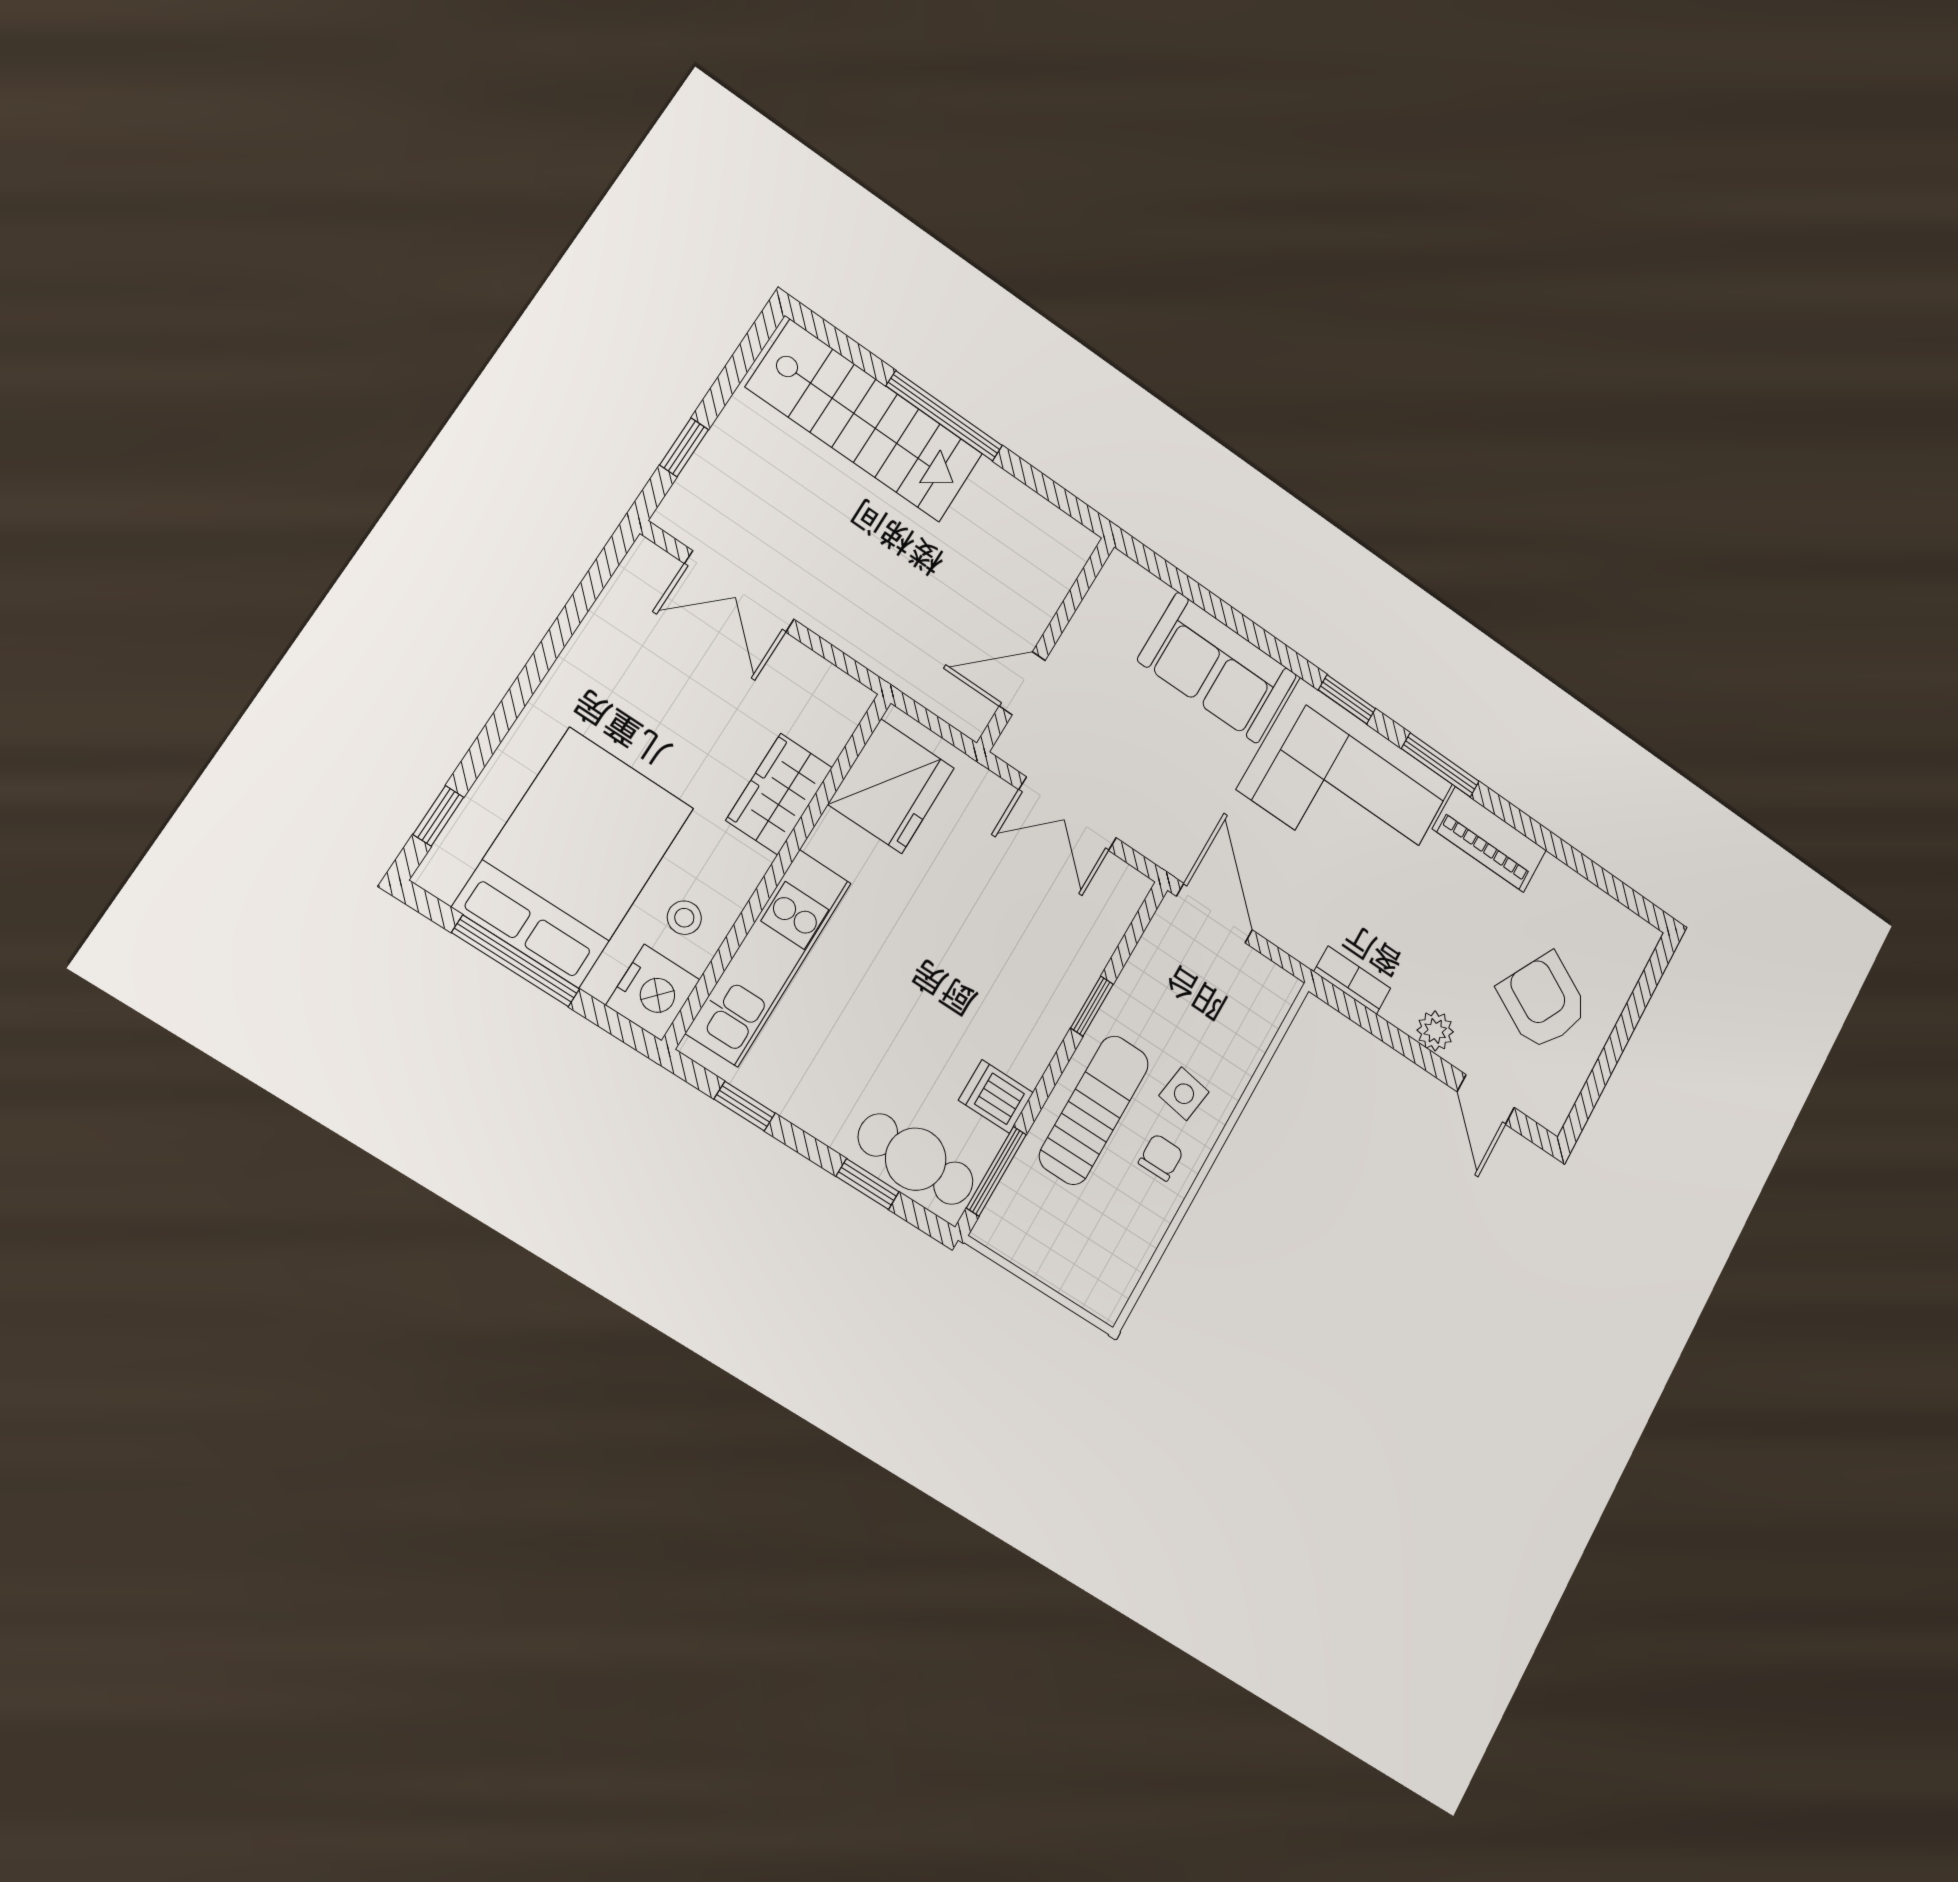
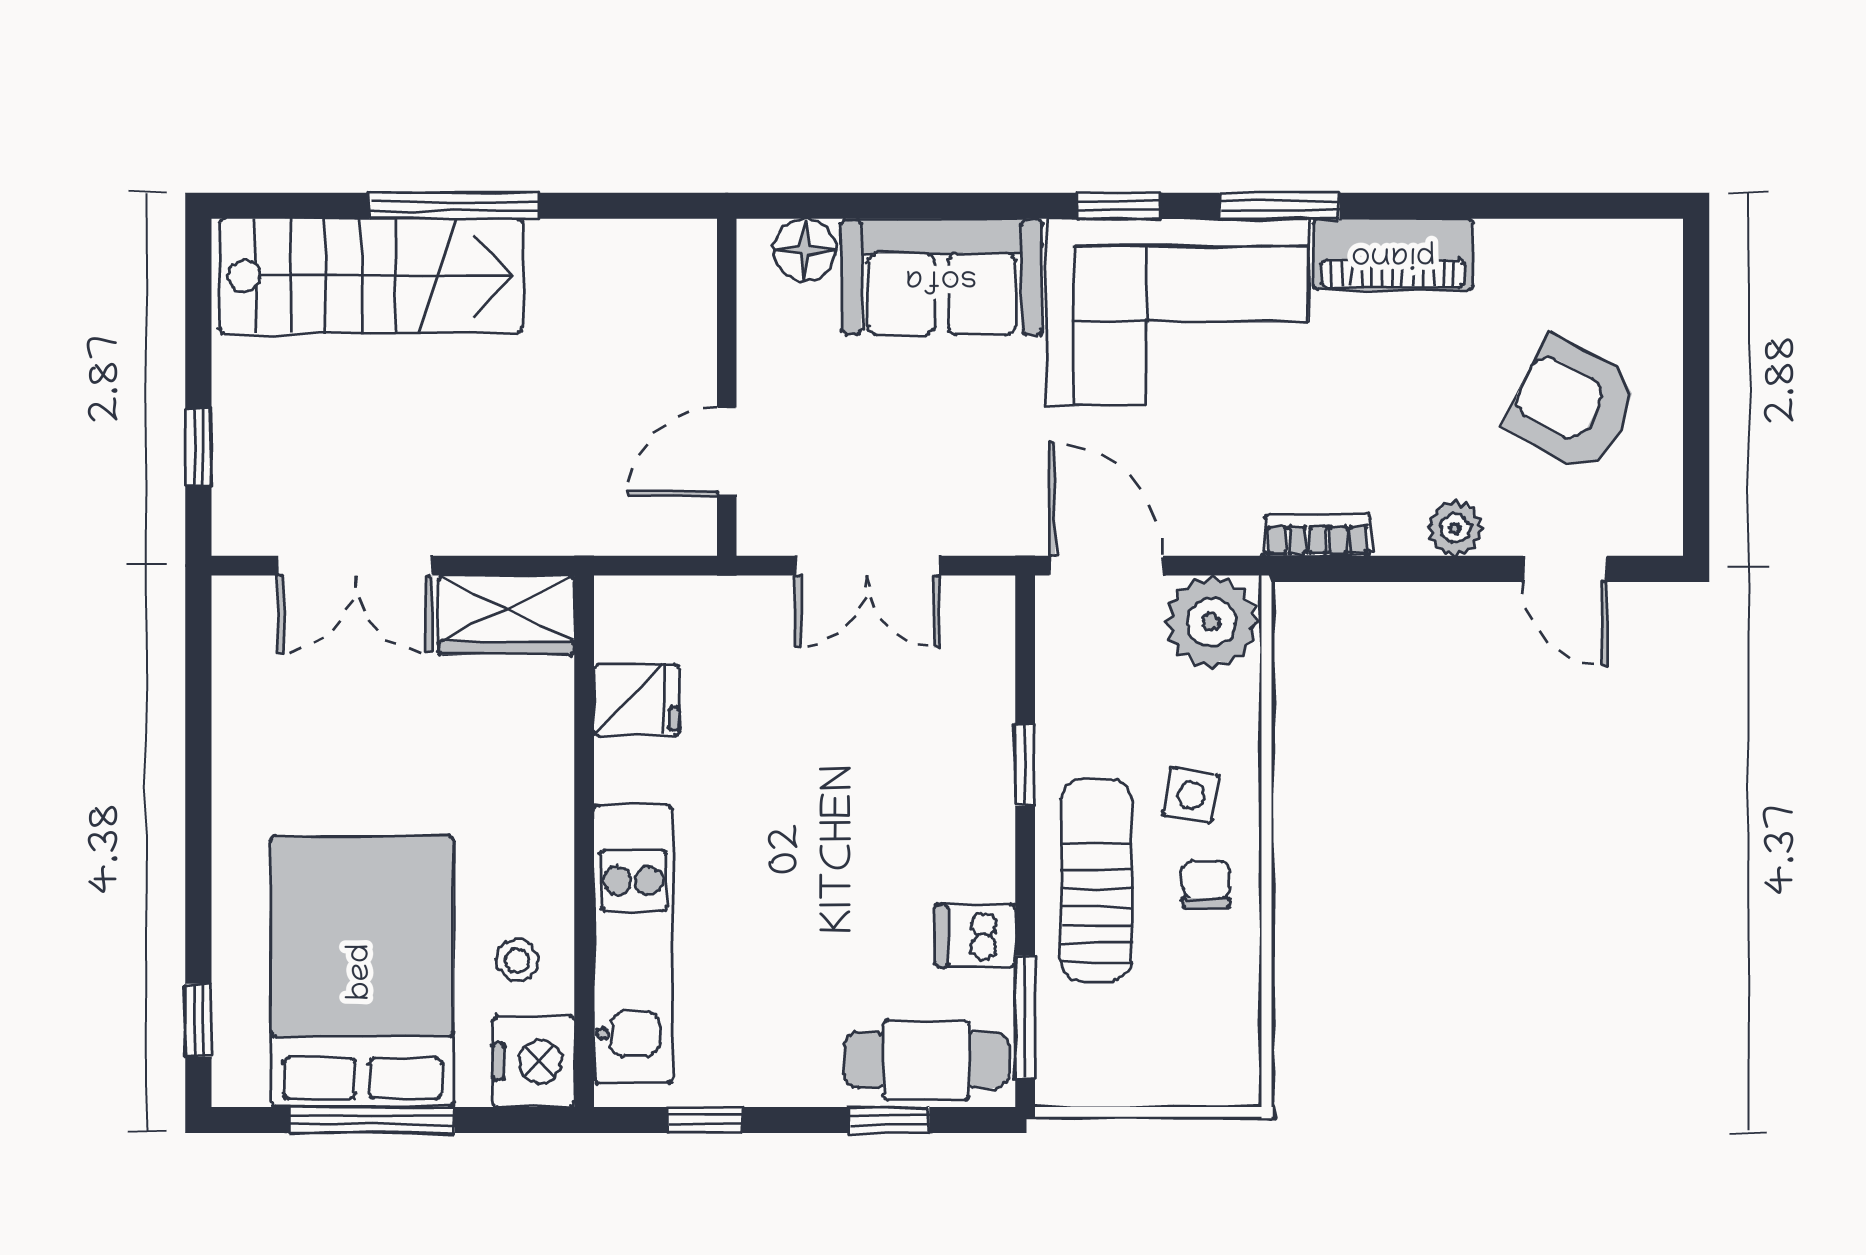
floor lamp: (1144, 594) -> (805, 250), added
fridge: (891, 786) -> (637, 700), width x0.53, depth x0.75
wardrobe: (779, 794) -> (506, 615), moved, turned -90
plant: (1258, 992) -> (1211, 622), added

